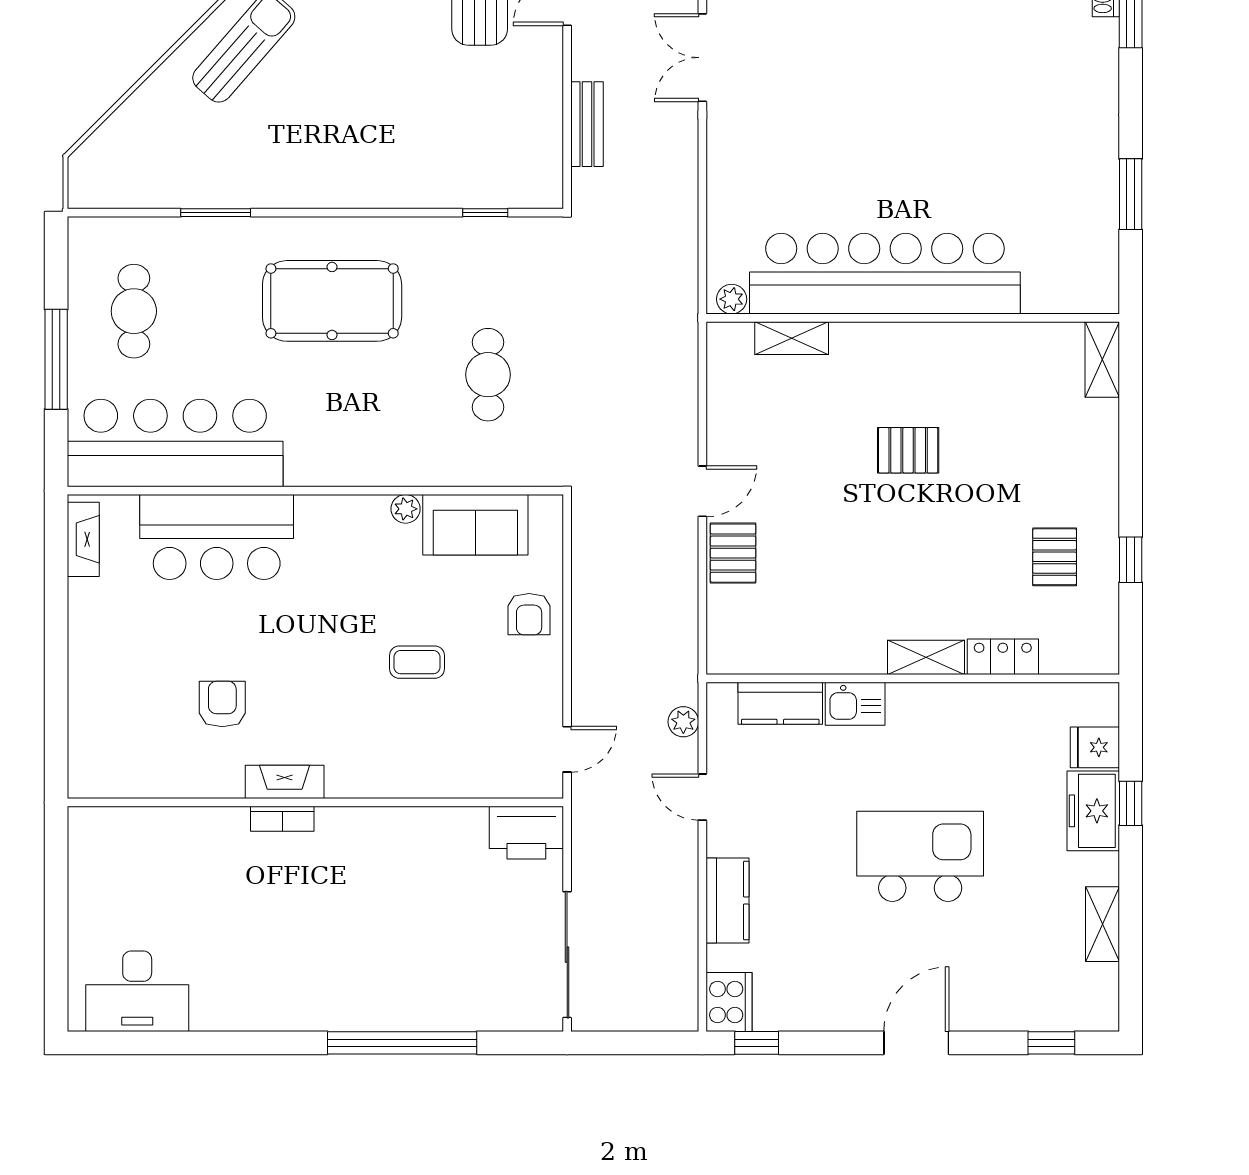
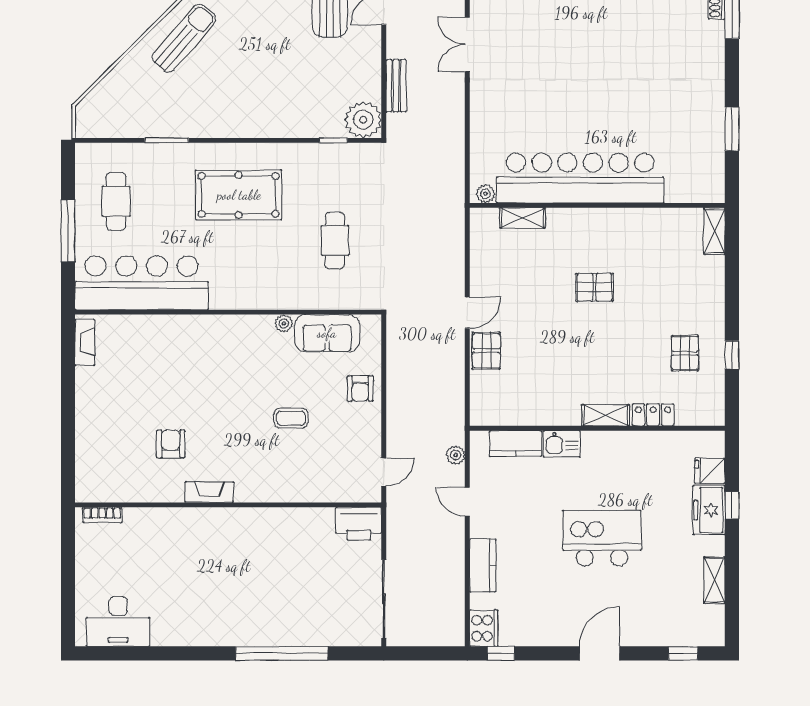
plant: (534, 179) -> (363, 120), added
bar counter: (217, 537) -> (167, 341), removed
bookcase: (282, 819) -> (102, 515), moved

